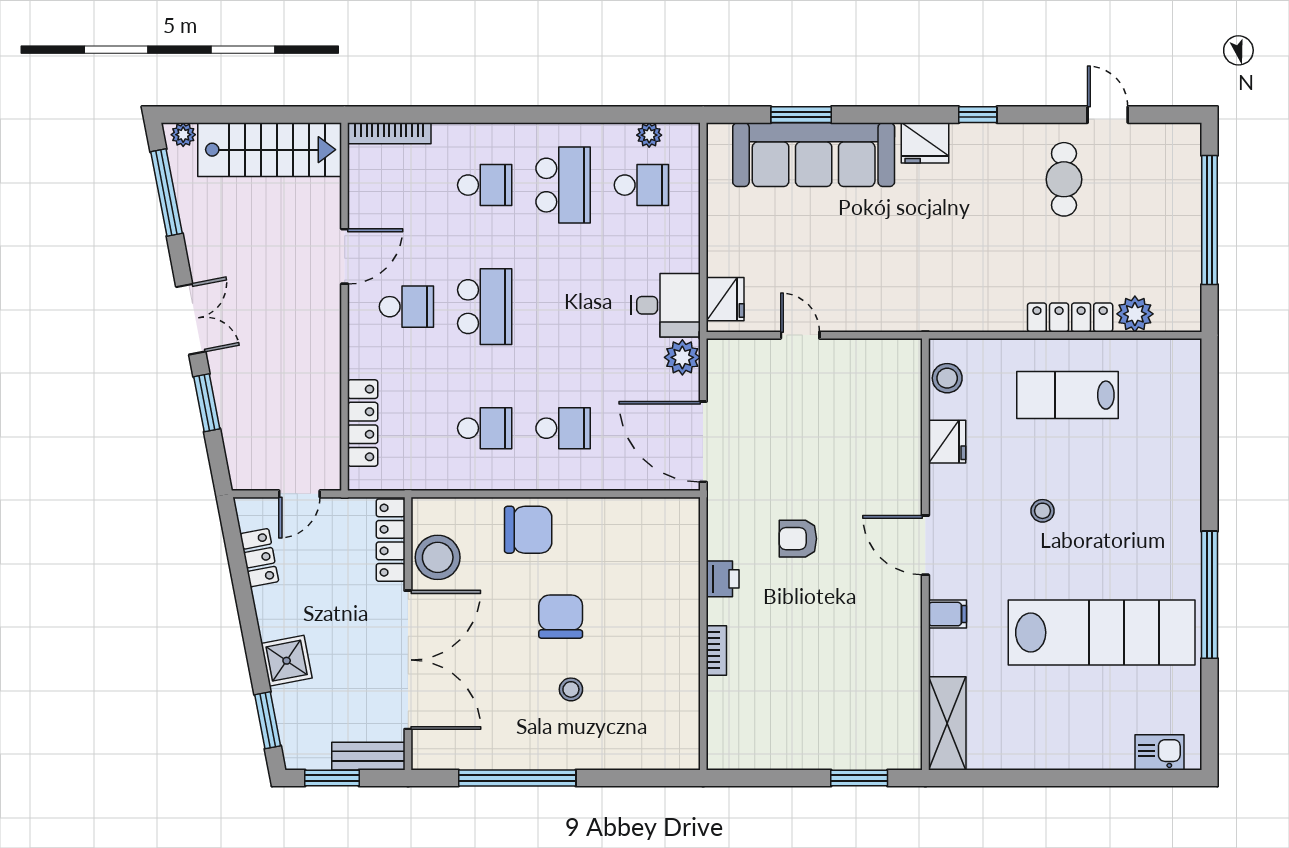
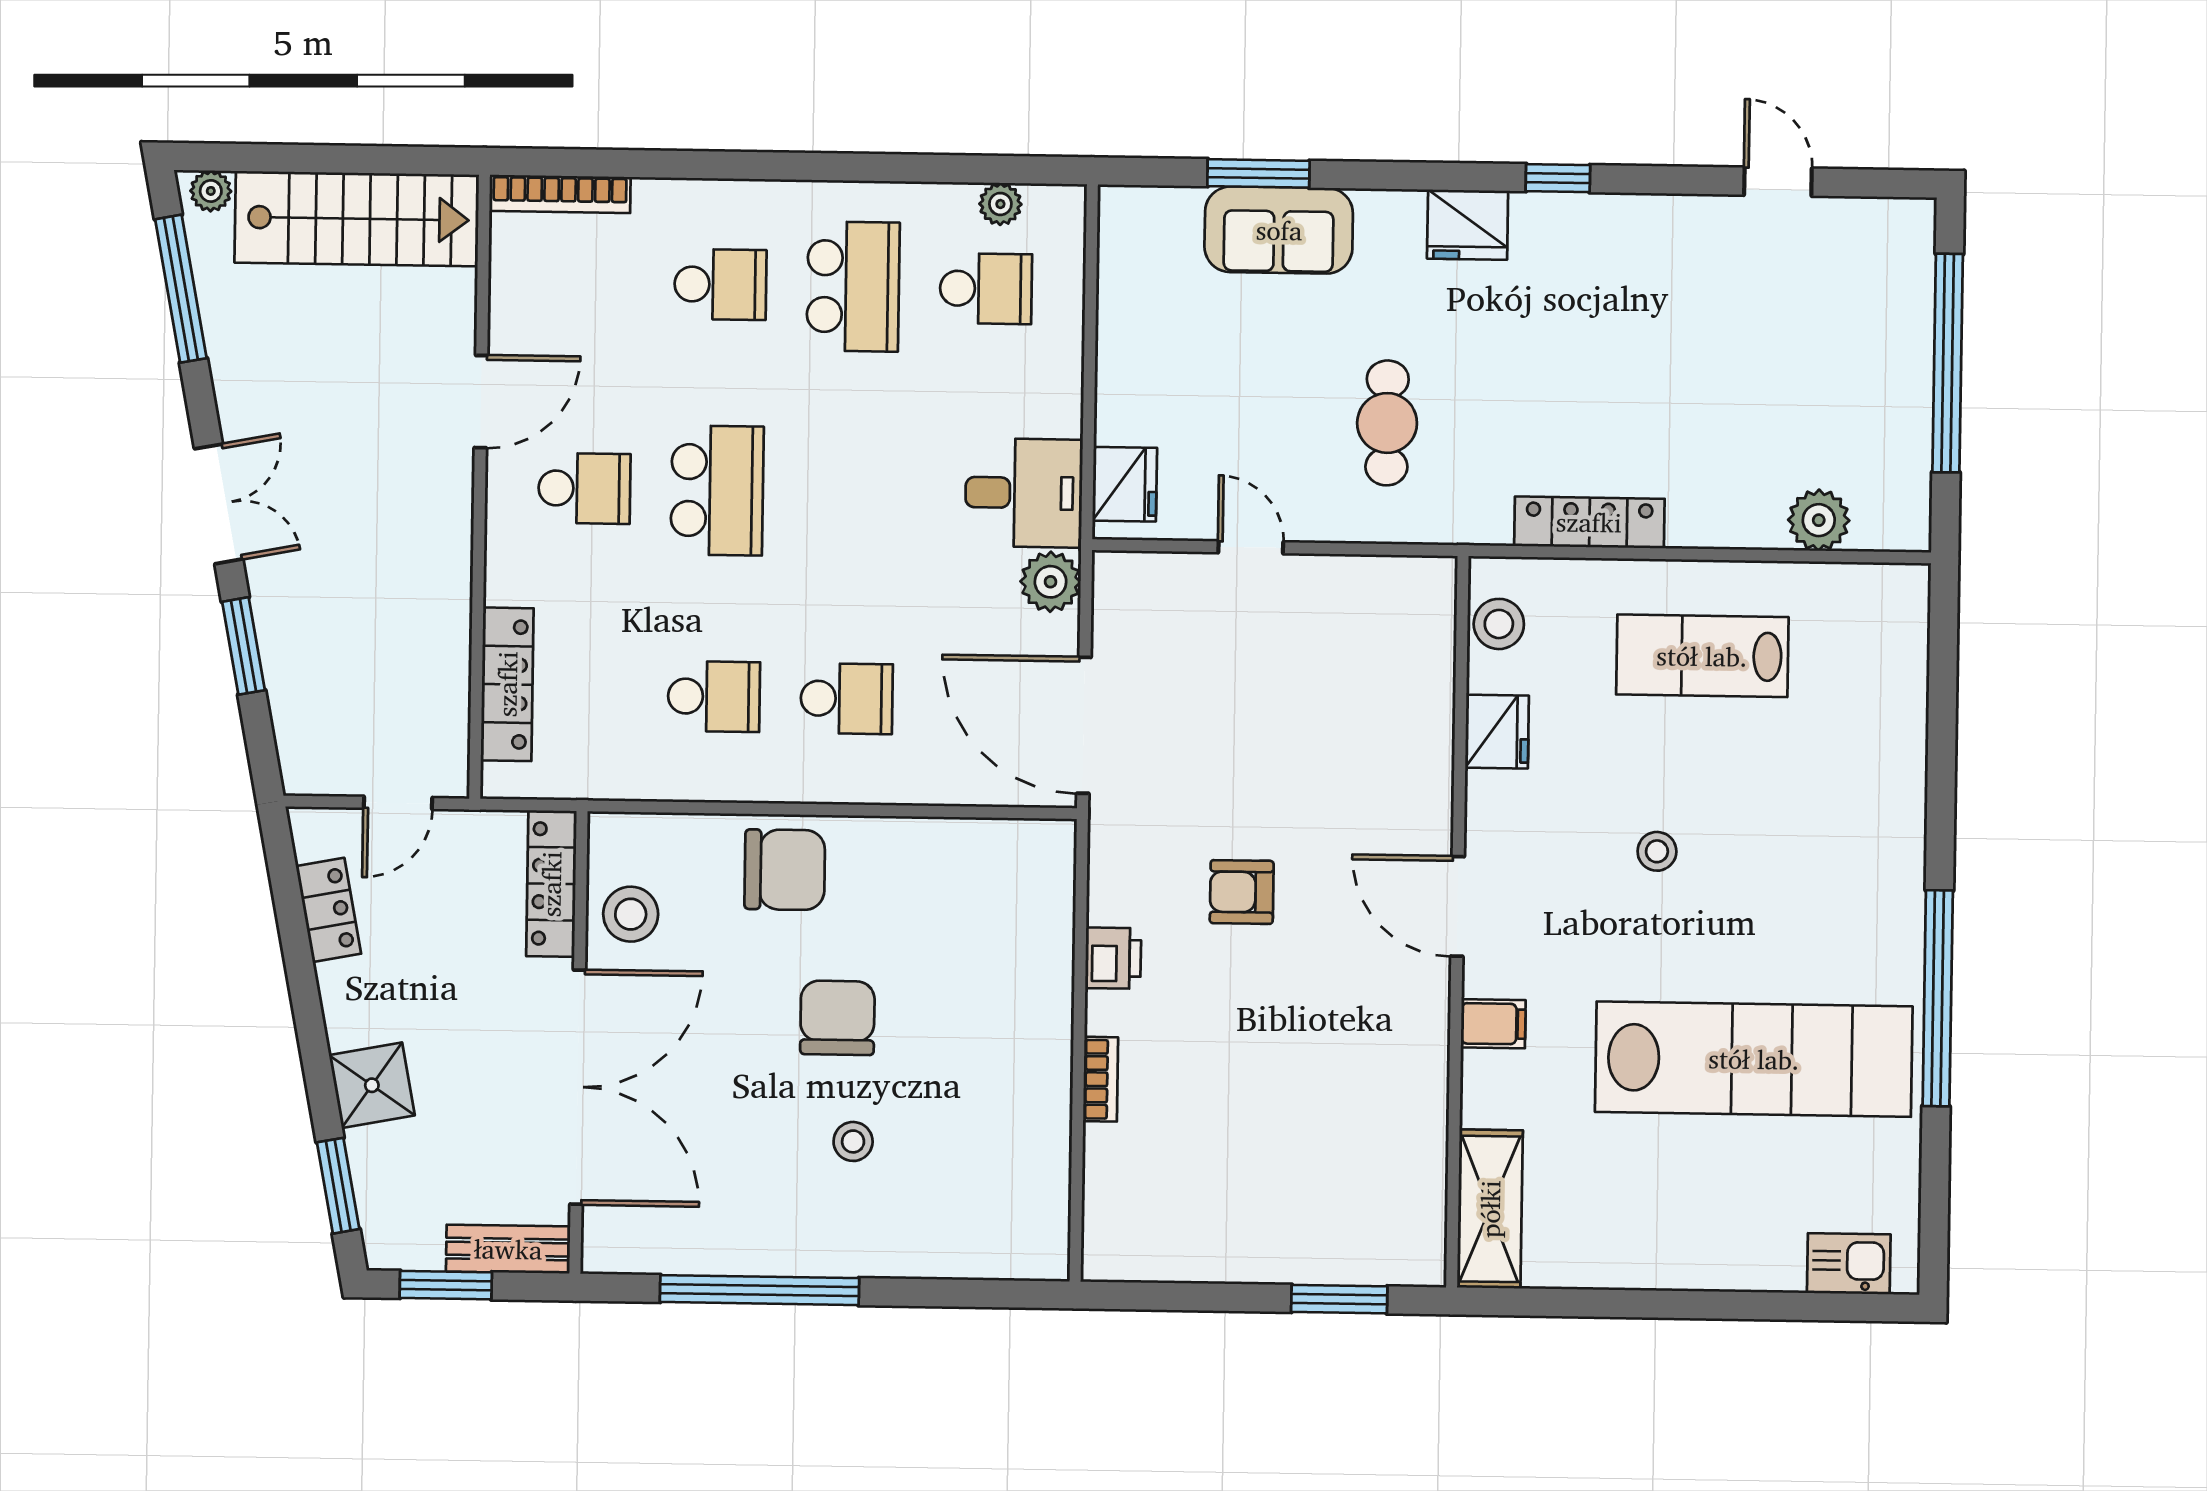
sofa: (814, 155) -> (1279, 230), width x0.54, depth x0.79
cafe table: (1064, 179) -> (1387, 423), moved
locker: (1070, 317) -> (1589, 522), moved
stool: (438, 557) -> (631, 914), width x0.73, depth x0.73

